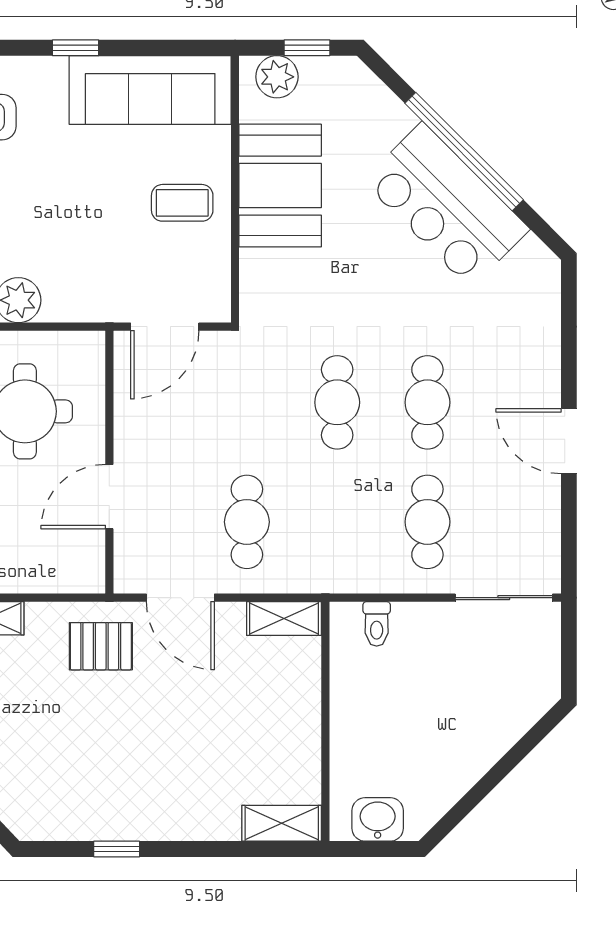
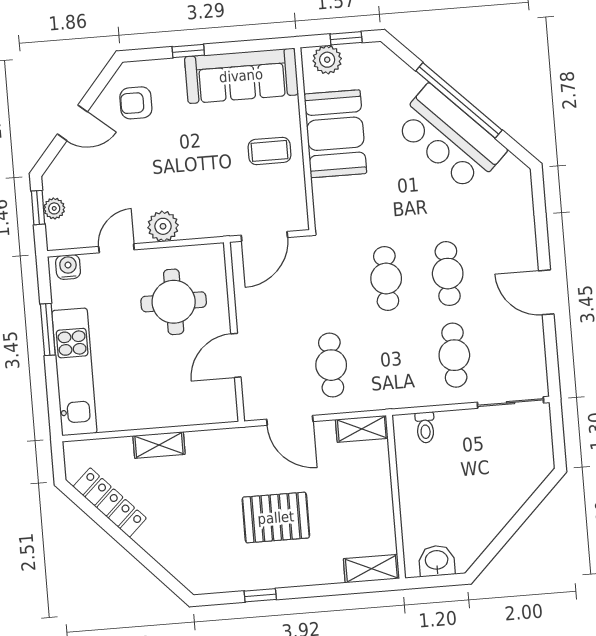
pallet: (101, 646) -> (276, 518), moved, width x1.50, depth x1.42

